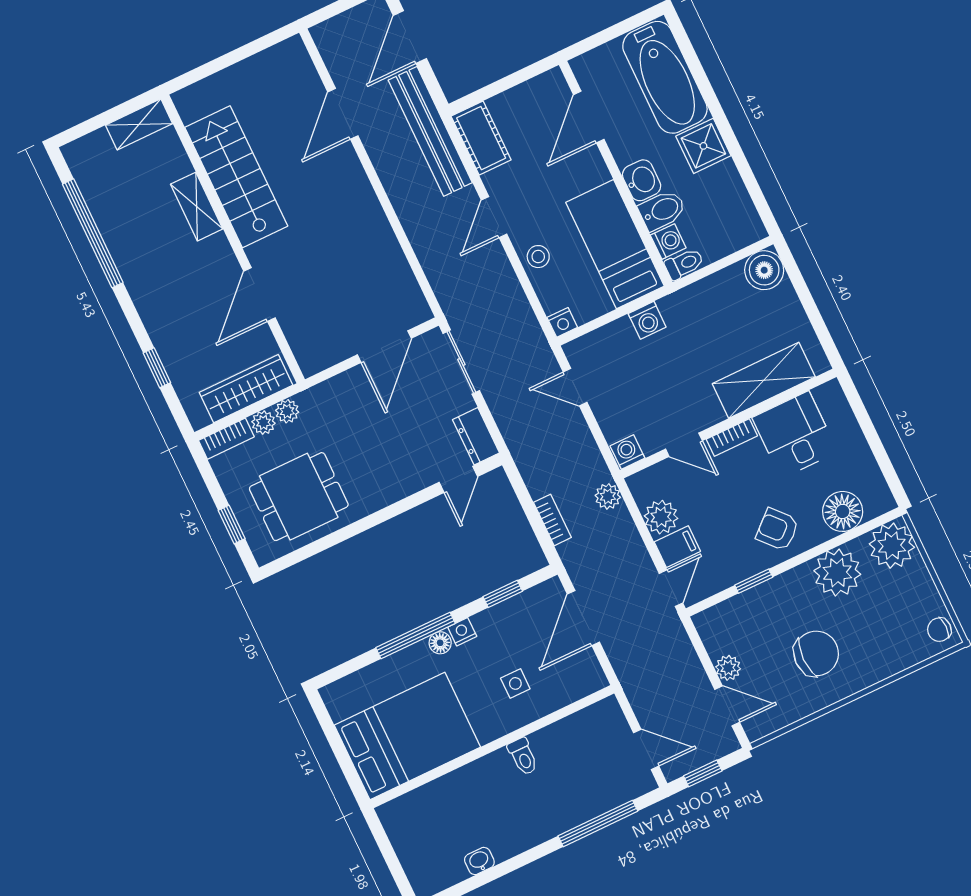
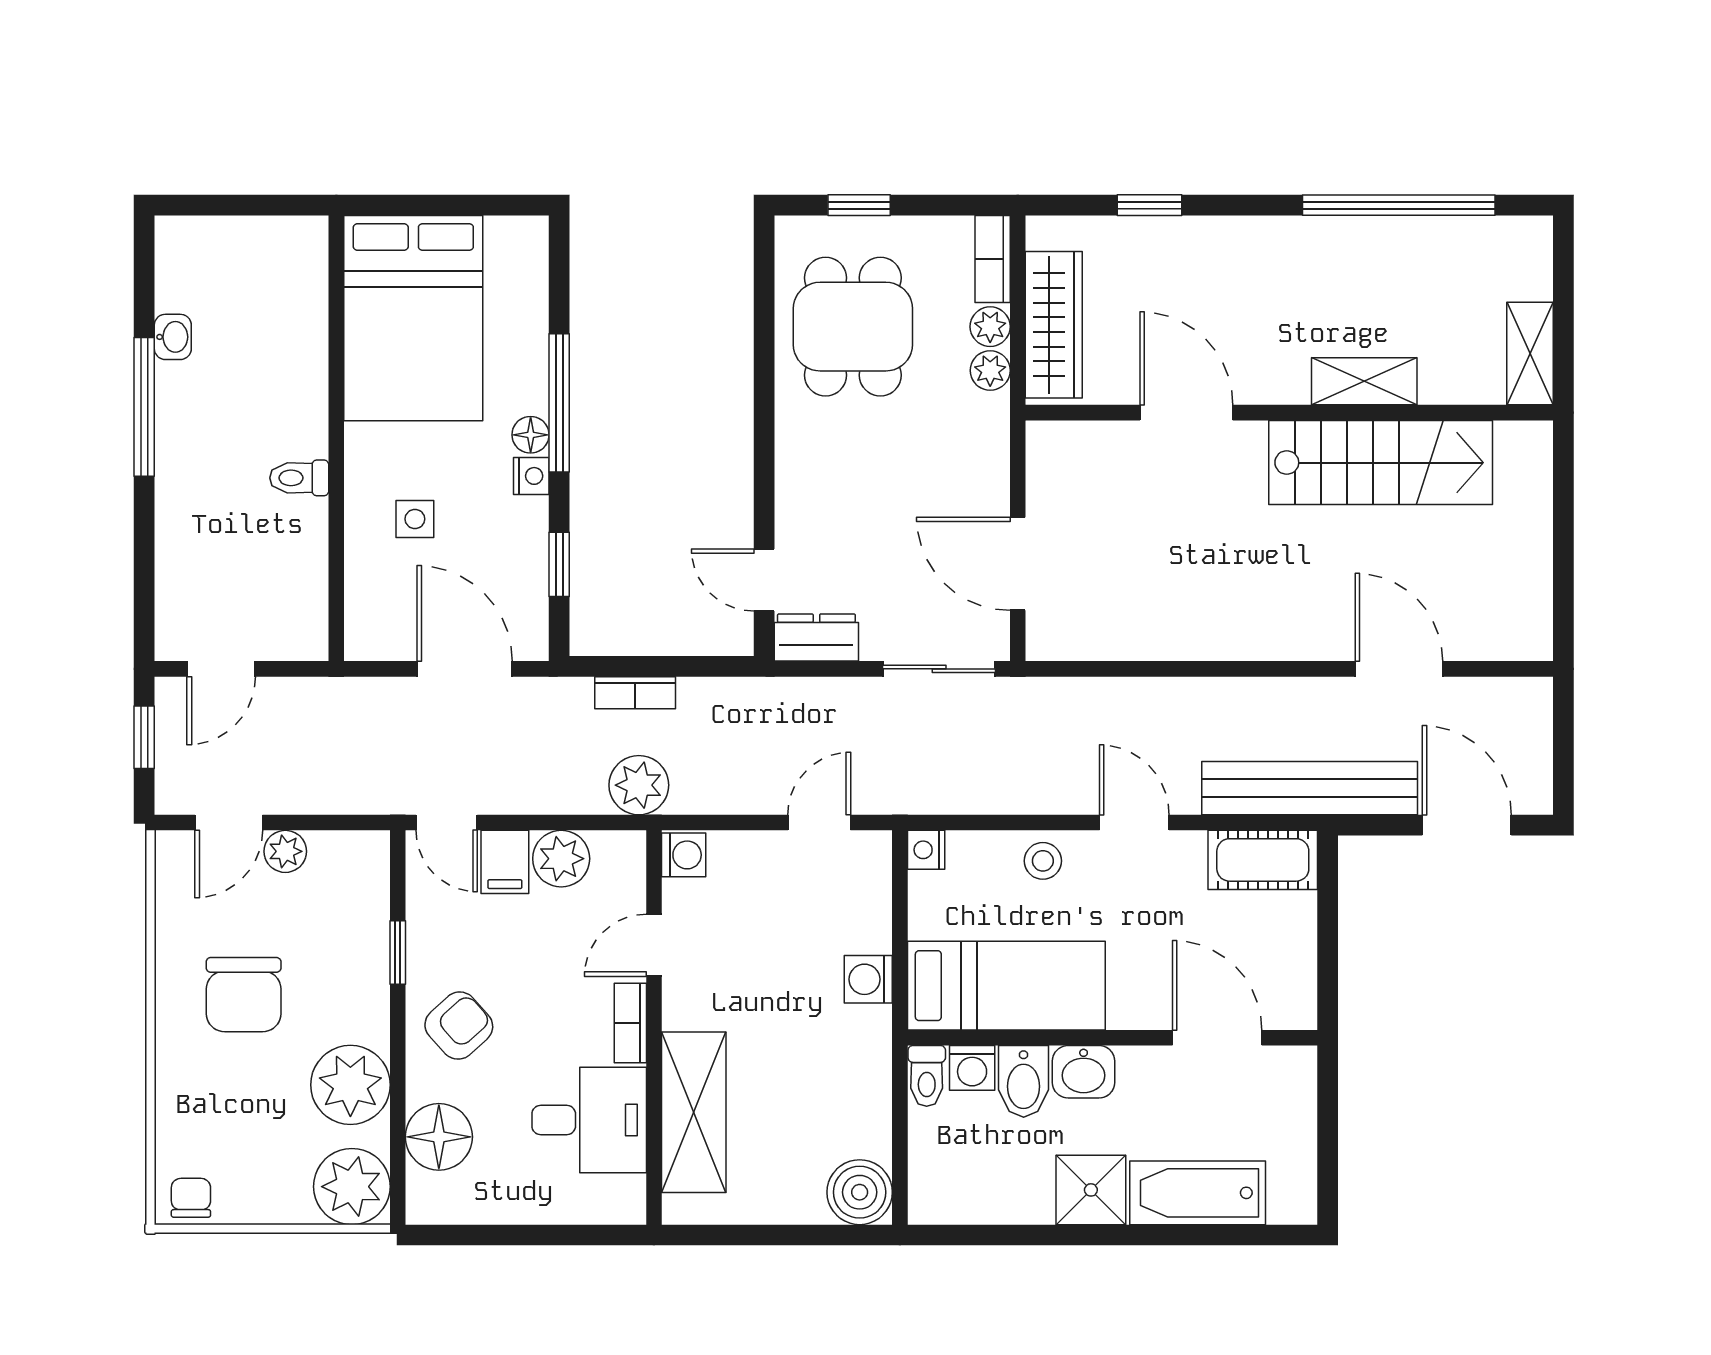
bathtub: (665, 77) -> (1198, 1193), width x0.73, depth x0.73
plant: (608, 496) -> (639, 785), width x1.38, depth x1.38
window: (598, 823) -> (144, 407), moved

